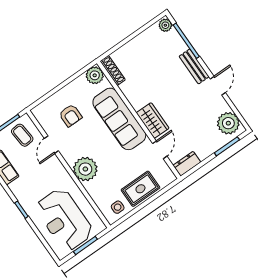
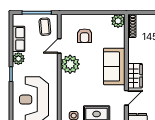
sofa: (119, 119) -> (114, 66), width x0.73
plant: (85, 169) -> (70, 64), moved
plant: (18, 188) -> (18, 59), added

